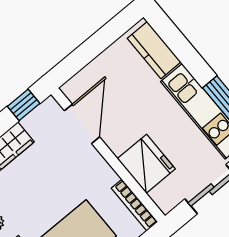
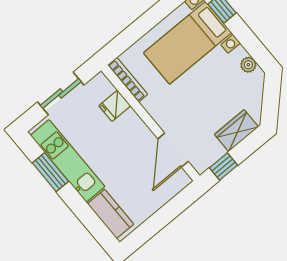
fridge: (146, 164) -> (115, 106), width x0.53, depth x0.75

